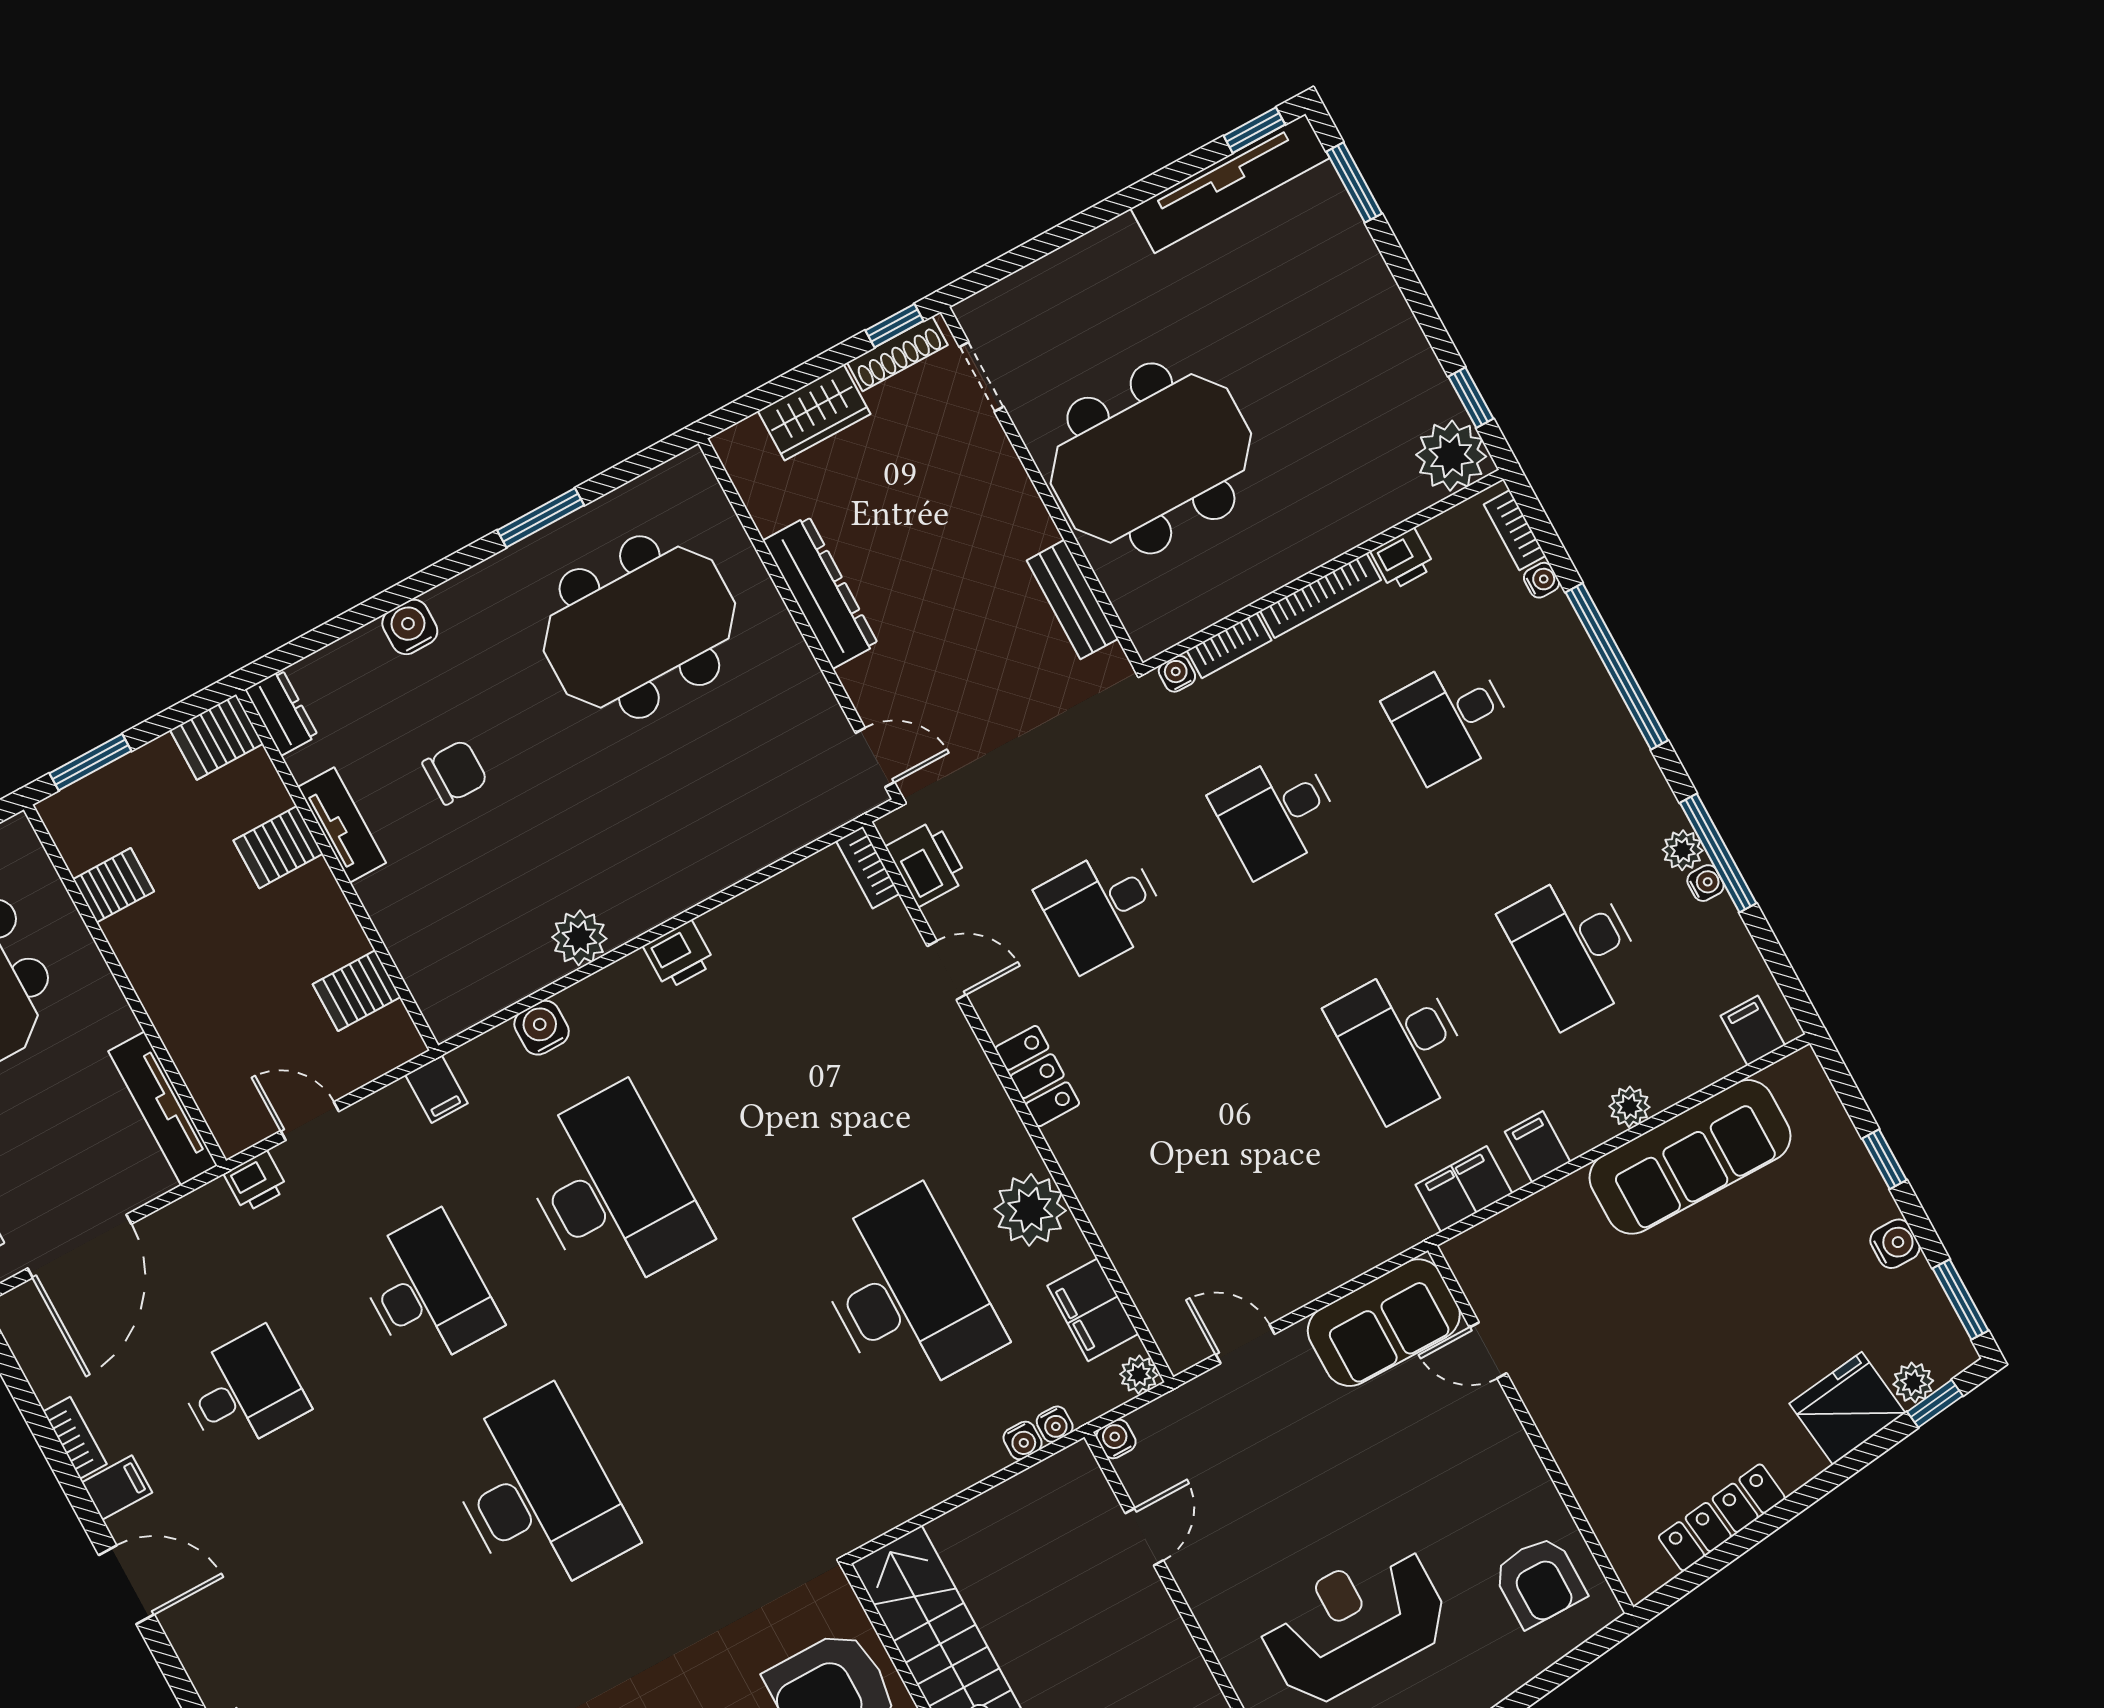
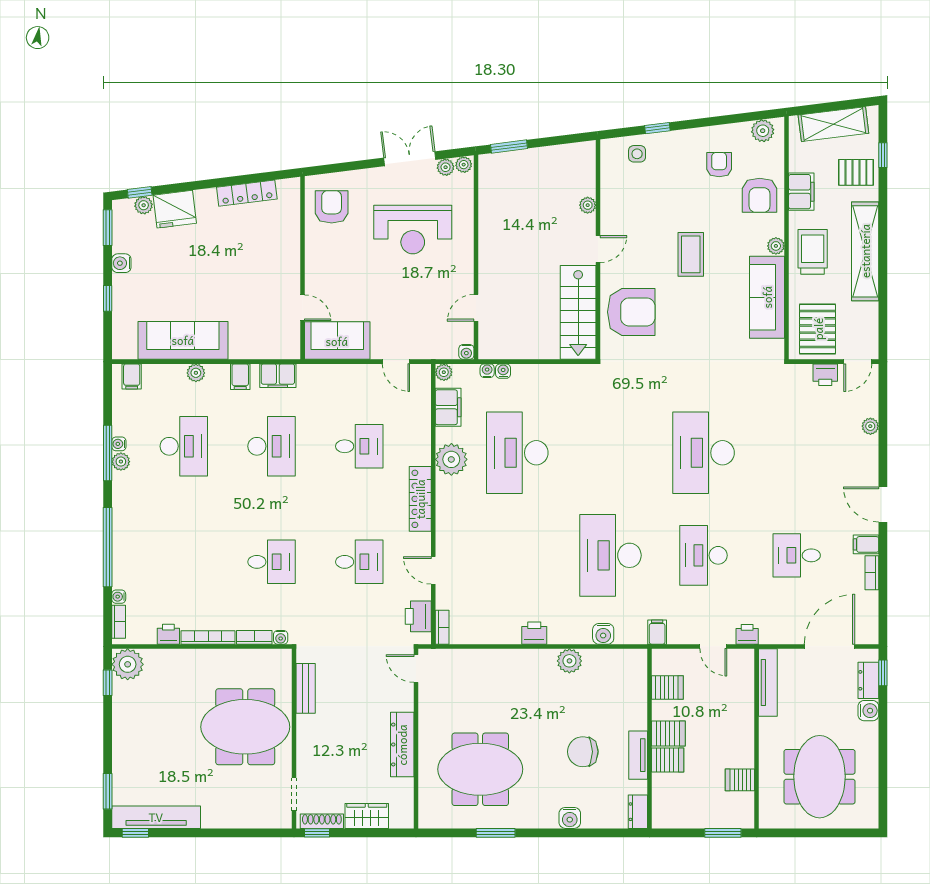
desk: (1450, 719) -> (359, 446), moved
server rack: (217, 737) -> (668, 734), moved
chair: (455, 772) -> (583, 752), width x1.37, depth x1.37
locker: (1037, 1076) -> (420, 499), width x1.53

